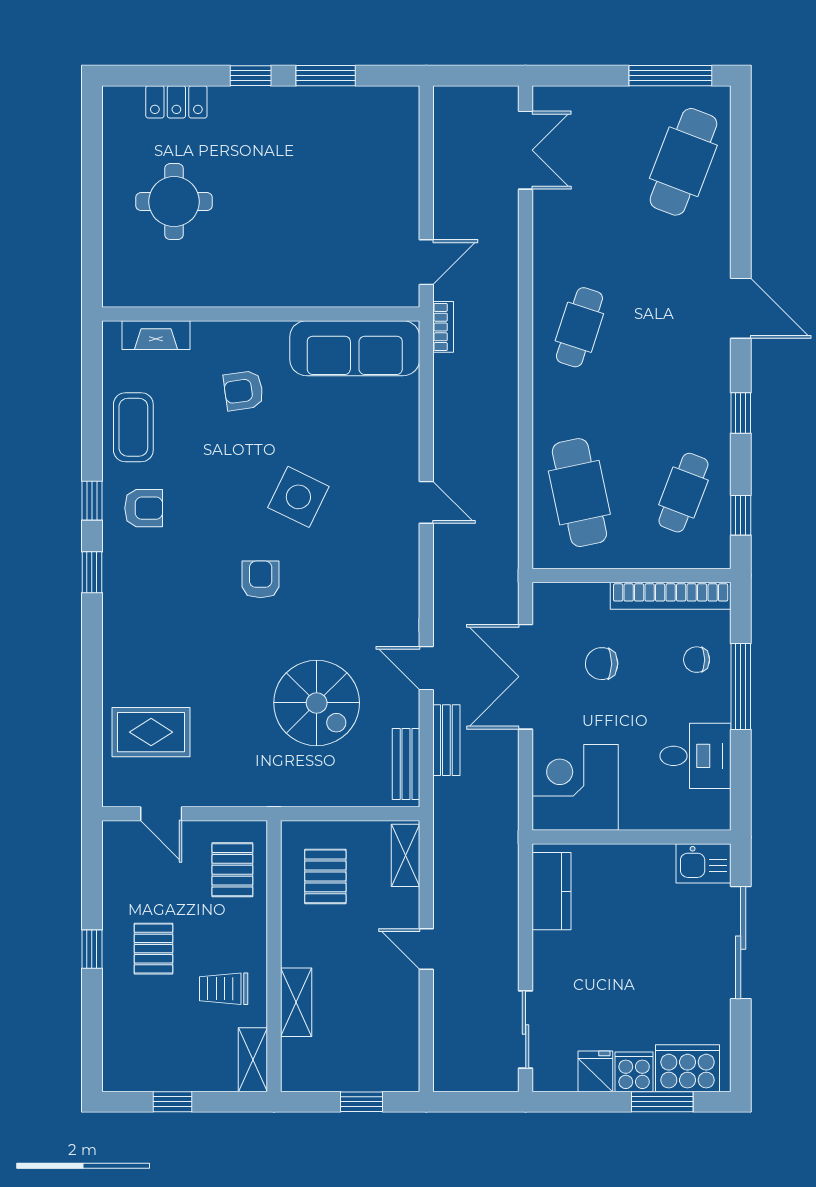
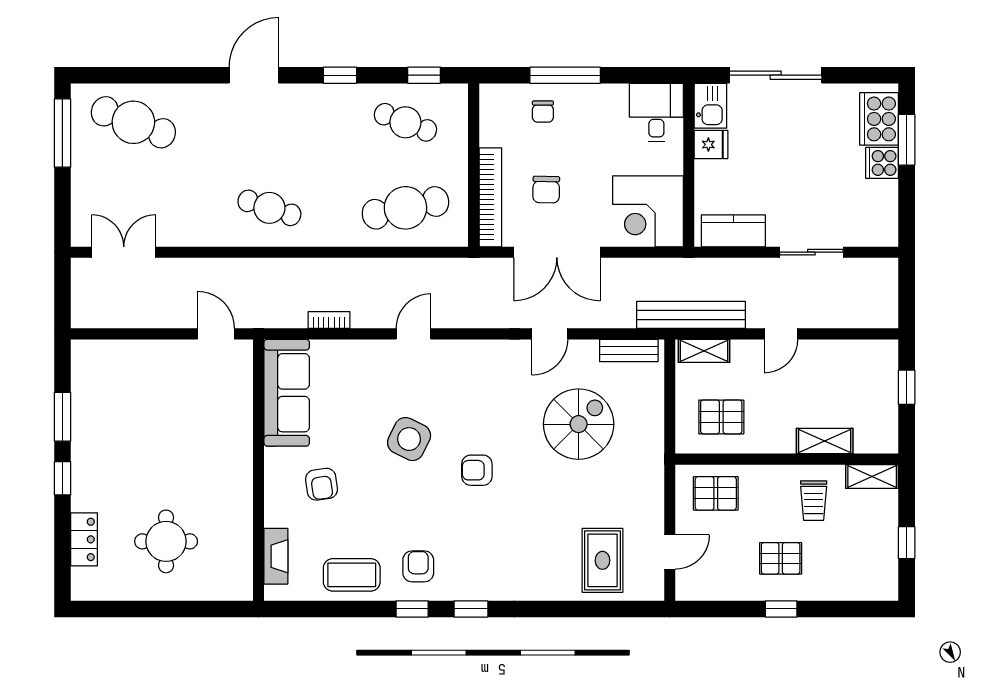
bookcase: (443, 327) -> (329, 320), moved
bookcase: (671, 596) -> (490, 197), moved
bench: (446, 740) -> (691, 315), moved, width x1.86, depth x1.21
desk: (695, 756) -> (656, 112), moved
sliding door: (526, 1029) -> (811, 252), moved
fridge: (595, 1071) -> (711, 145), moved, turned 180

